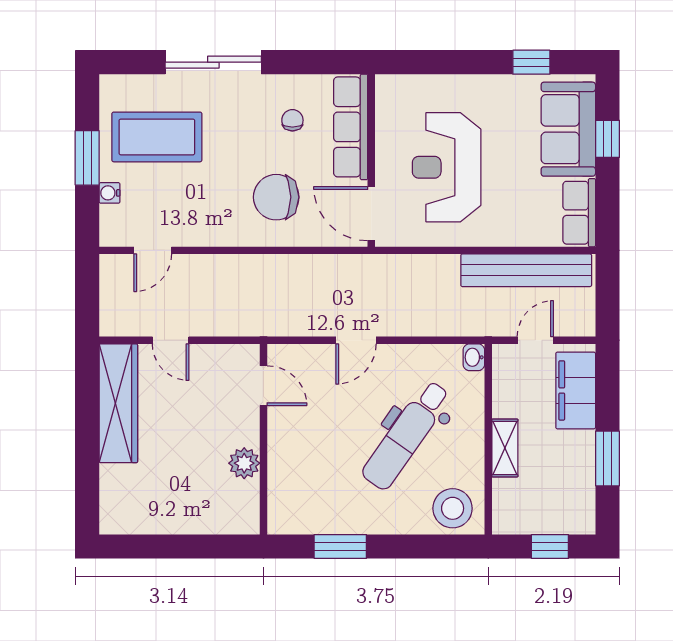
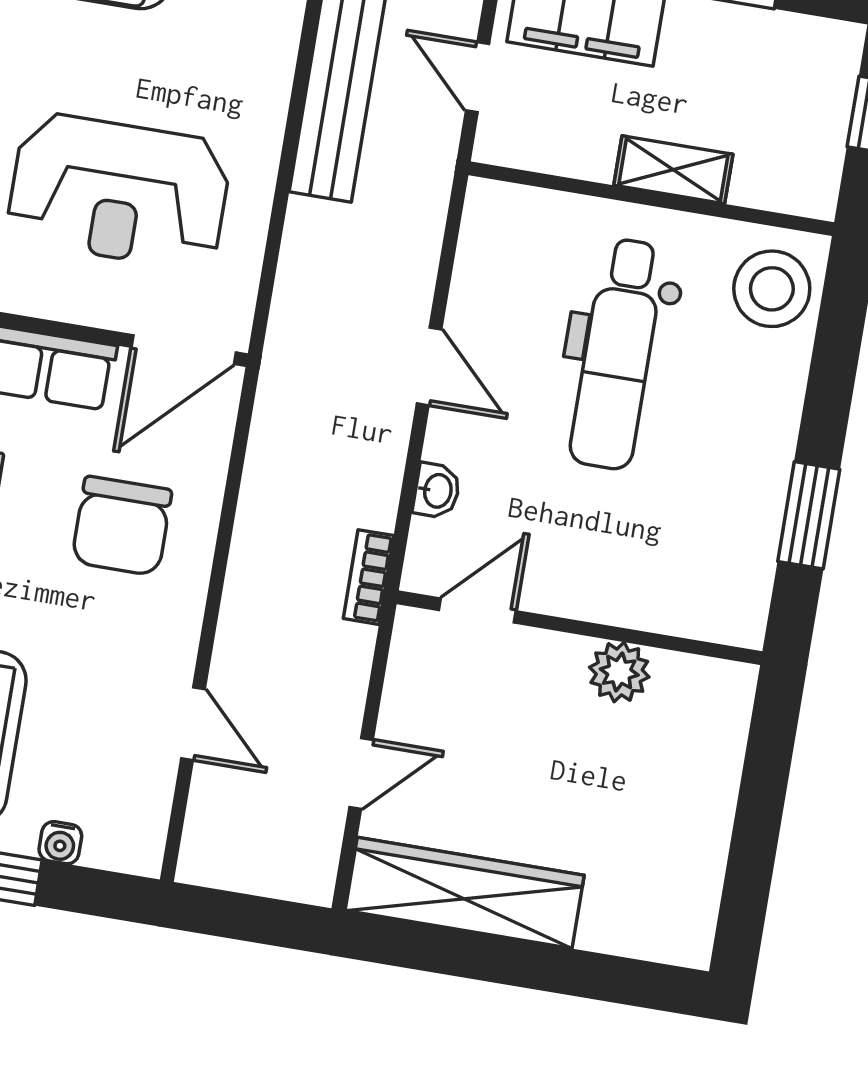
door: (153, 250) -> (193, 724), moved
bookcase: (271, 327) -> (369, 577), added
door: (356, 340) -> (429, 366), moved
washbasin: (474, 357) -> (437, 491), moved, turned -90
dental chair: (406, 435) -> (617, 354), turned 55

